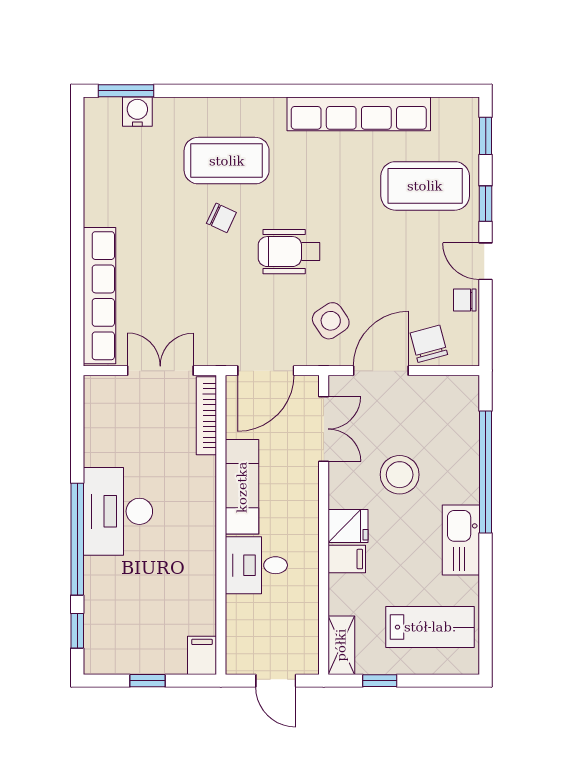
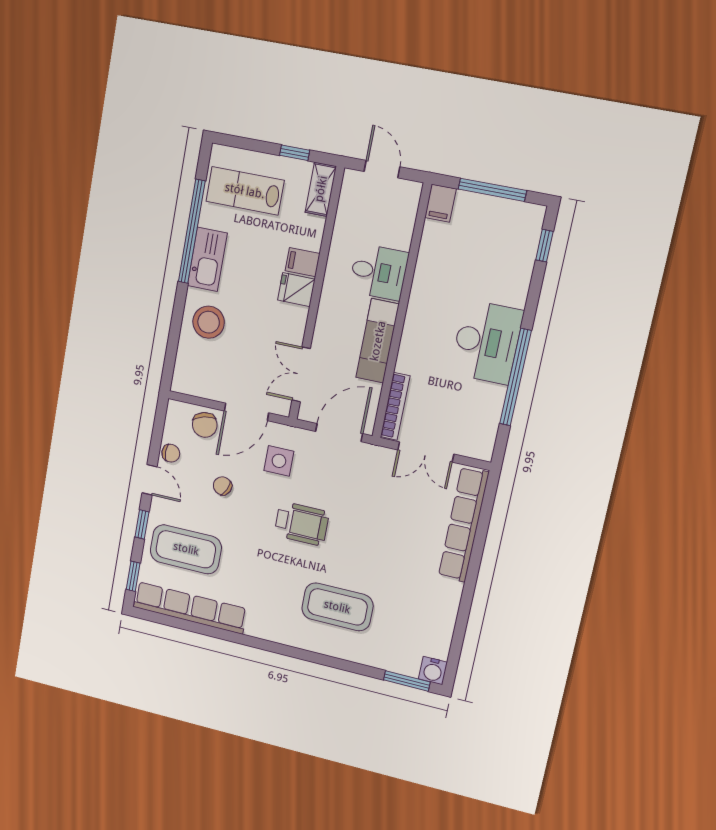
water cooler: (137, 112) -> (433, 671), moved
row of seats: (359, 114) -> (190, 608), moved
chair: (221, 218) -> (222, 486), moved
side table: (331, 321) -> (279, 461), turned 34
window: (486, 472) -> (192, 232), moved
stool: (400, 475) -> (209, 322), moved
window: (77, 539) -> (515, 377), moved
window: (148, 681) -> (492, 190), width x2.17

